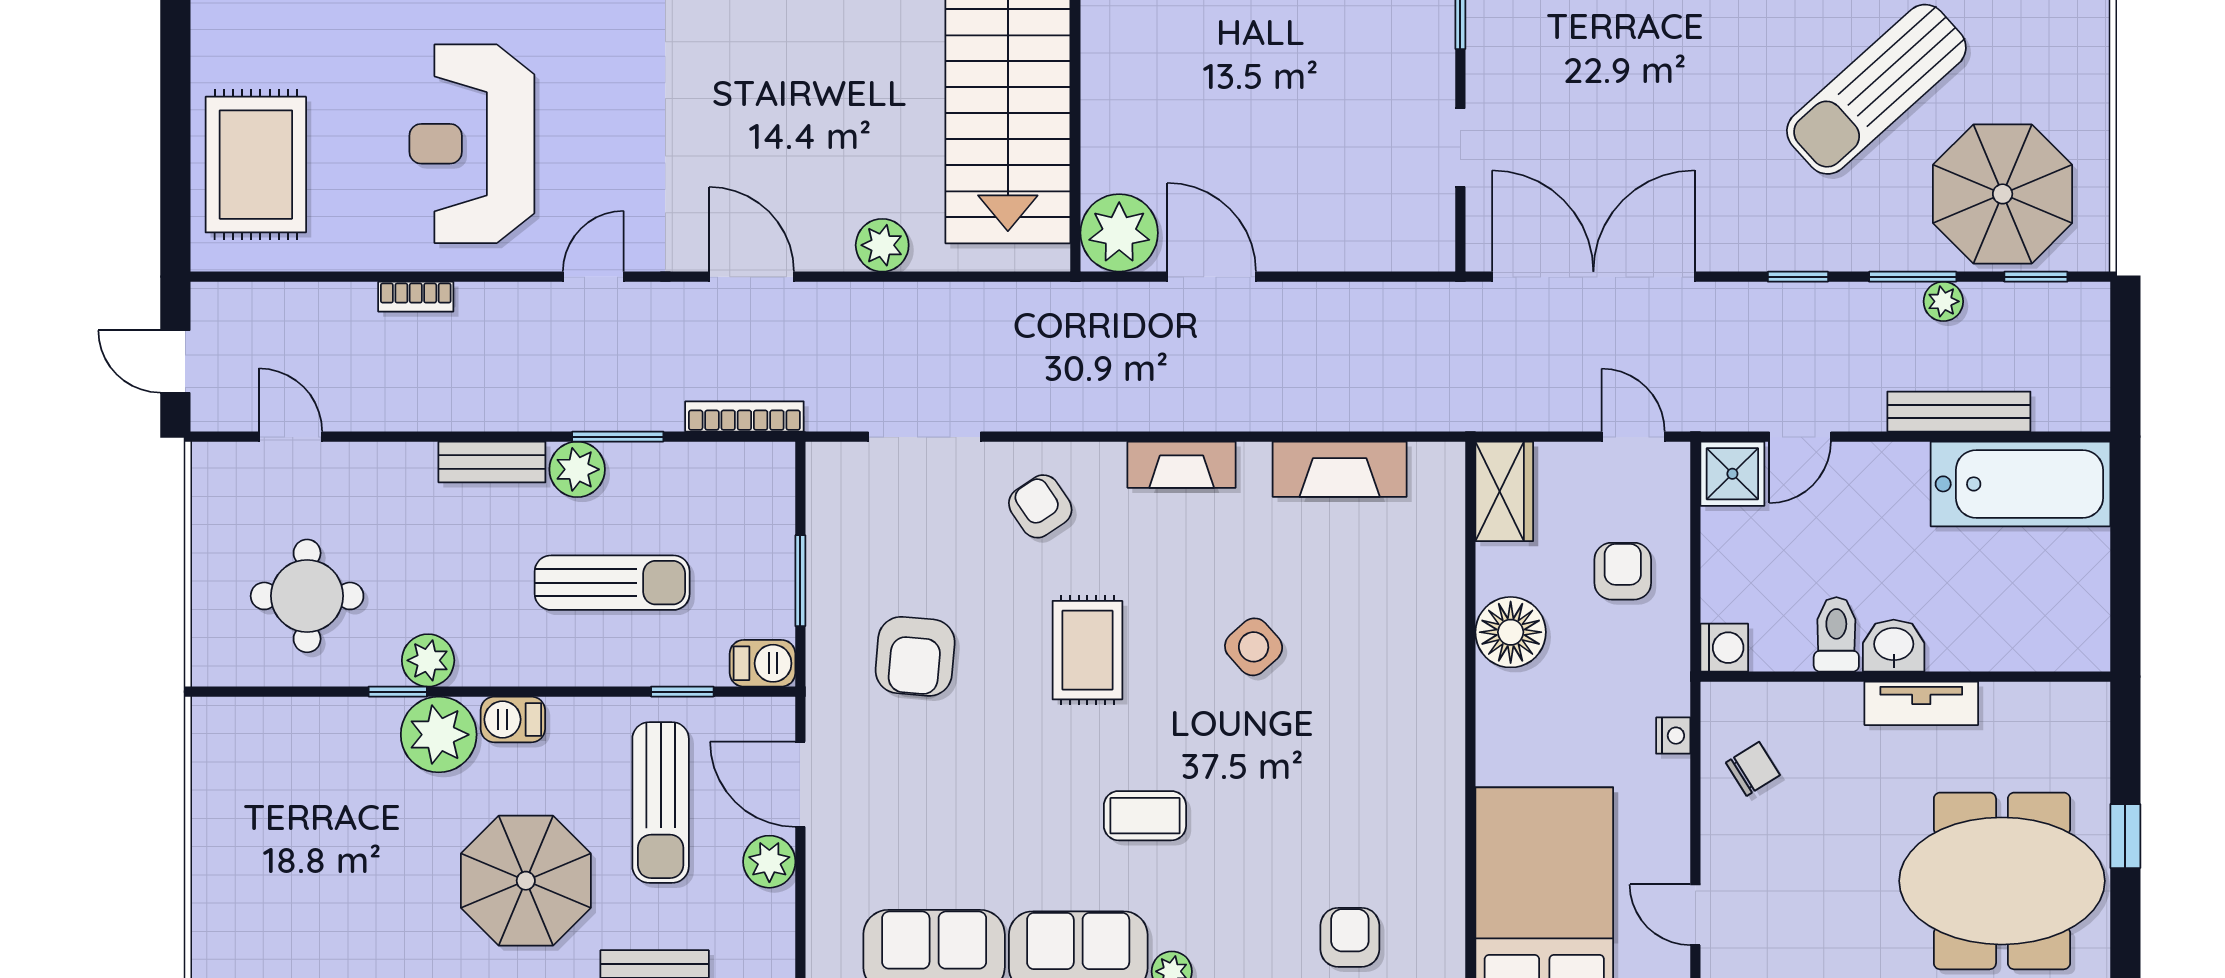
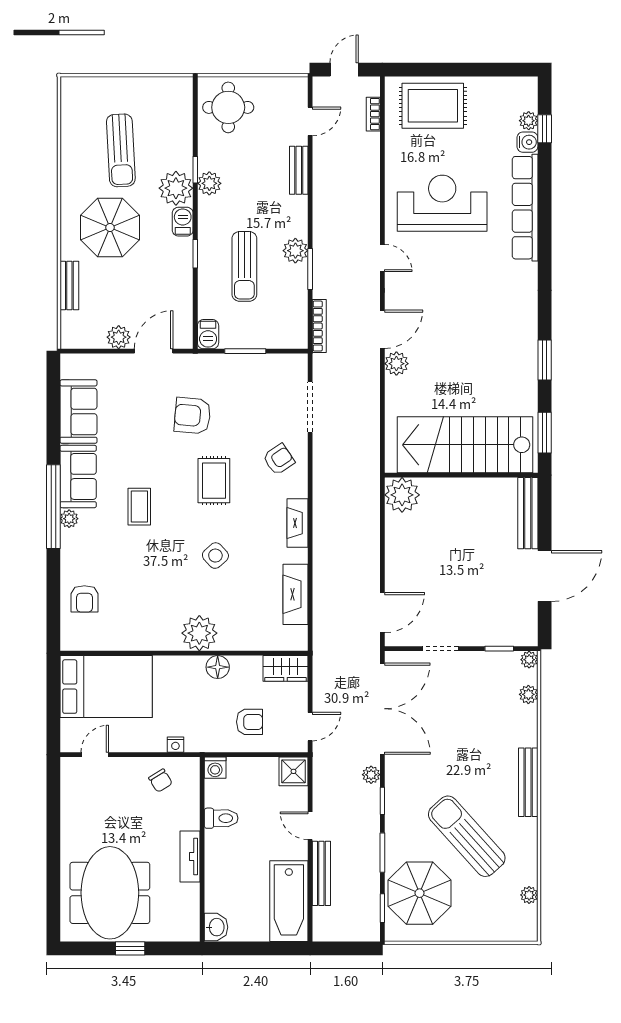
plant: (882, 245) -> (396, 364), moved
door: (1212, 277) -> (382, 613), moved
bookcase: (416, 297) -> (373, 114), moved
plant: (1943, 301) -> (371, 775), moved
door: (1800, 437) -> (310, 826), moved
bench: (492, 462) -> (299, 170), moved
round table: (307, 596) -> (228, 107), moved
floor lamp: (1511, 632) -> (218, 667), width x0.73, depth x0.73
washbasin: (1894, 646) -> (216, 927), moved
rug: (1087, 650) -> (214, 481), turned 90
armchair: (915, 656) -> (192, 416), moved
plant: (1426, 683) -> (199, 633), added
window: (682, 692) -> (195, 254), moved
sun lounger: (661, 803) -> (121, 150), moved, turned -93
armchair: (1350, 937) -> (84, 599), turned 90

